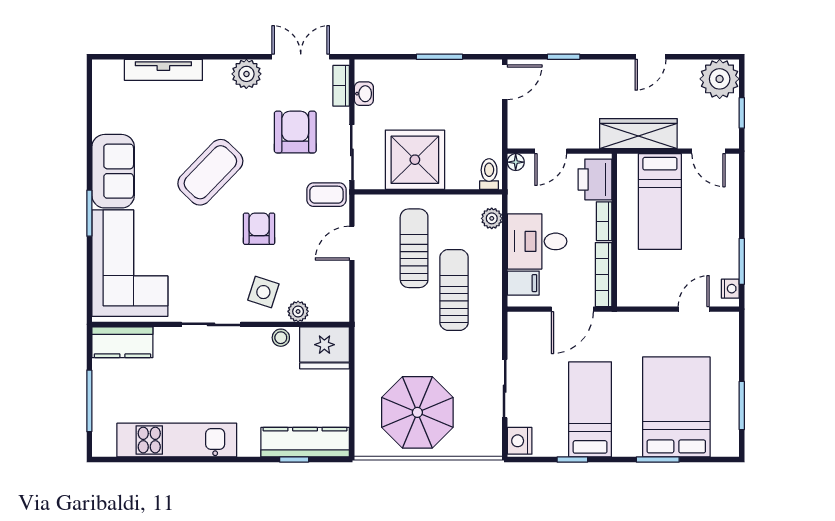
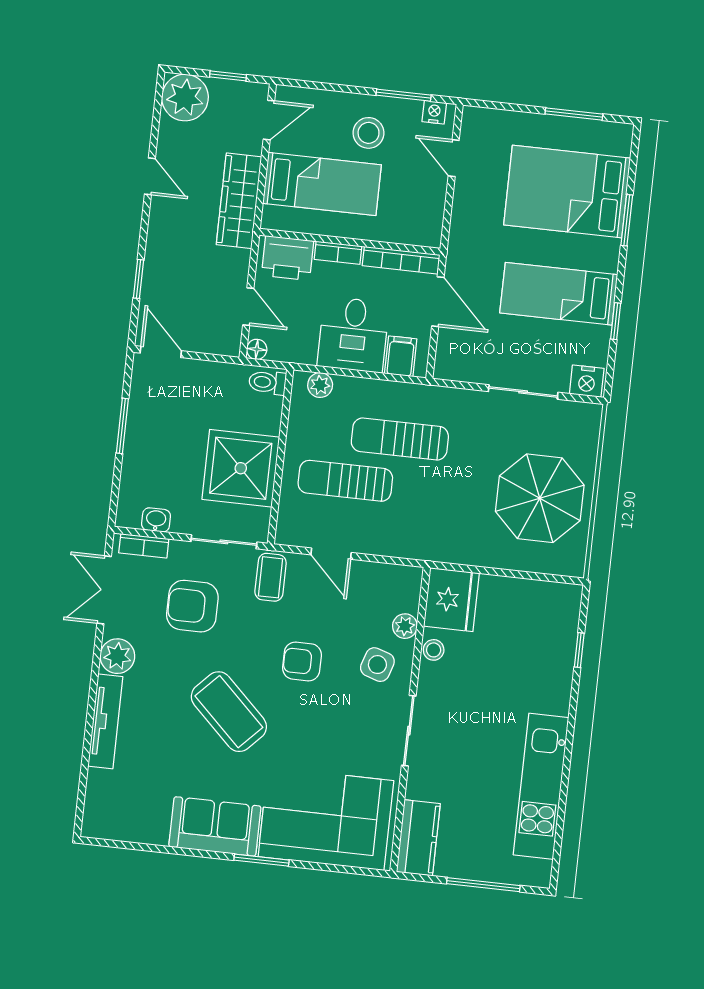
tv unit: (163, 70) -> (105, 721), moved
stool: (707, 236) -> (369, 133), added
kitchen counter: (305, 442) -> (560, 635), removed

